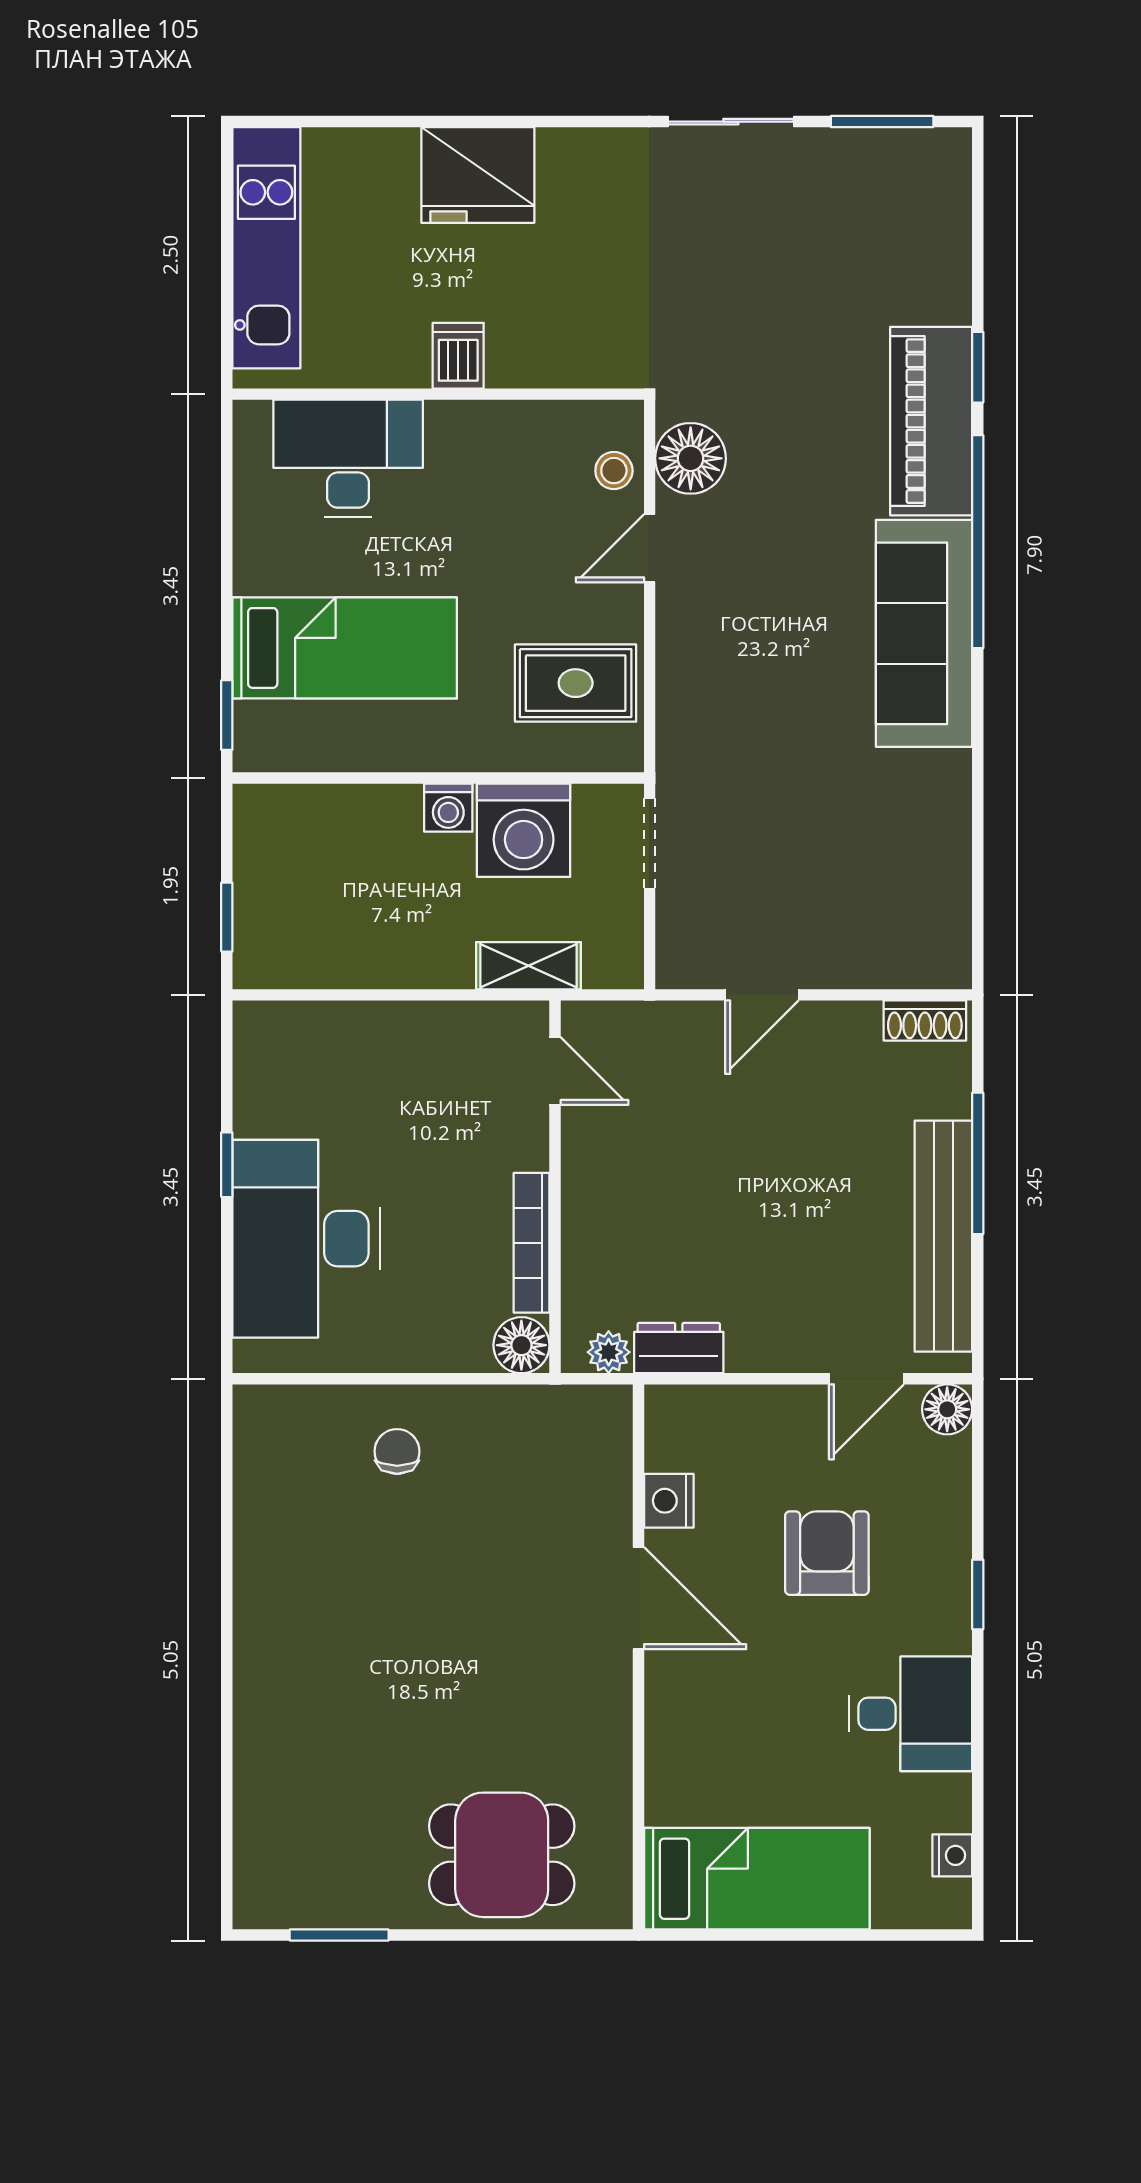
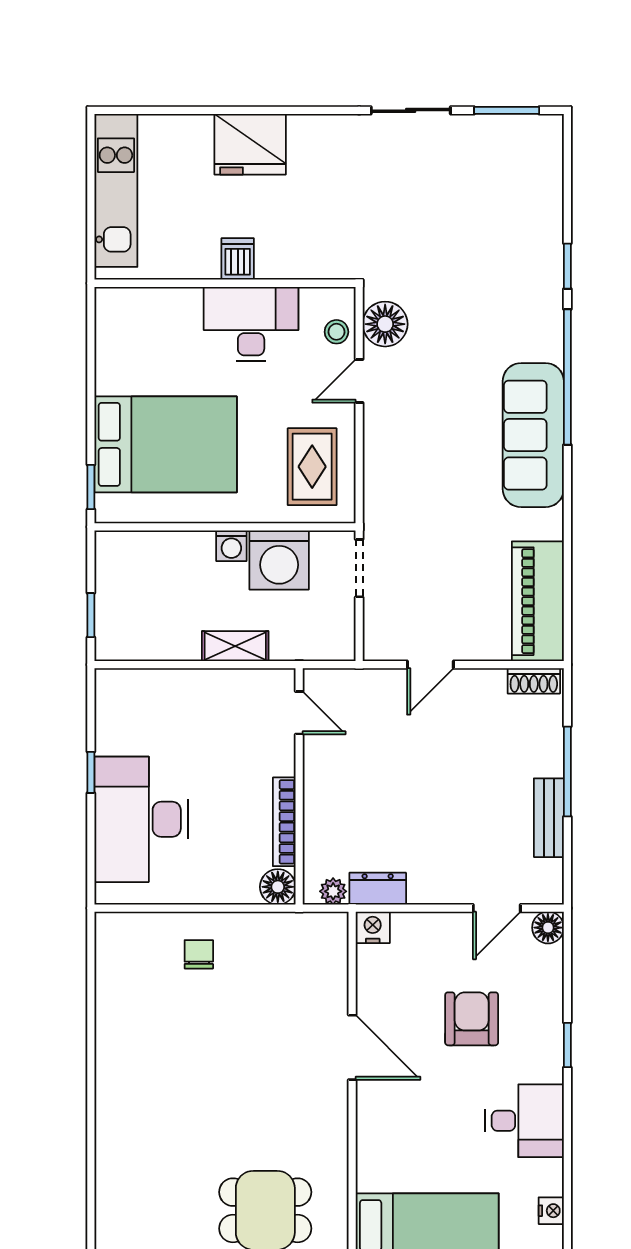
piano: (931, 421) -> (538, 601), moved
desk: (348, 458) -> (251, 324), moved
bed: (345, 648) -> (166, 444), width x1.50
rug: (576, 683) -> (312, 467), turned 90
shelving: (529, 966) -> (235, 646), moved
bench: (943, 1236) -> (549, 818), width x0.54, depth x0.82
nightstand: (669, 1501) -> (373, 927), moved, turned 90

